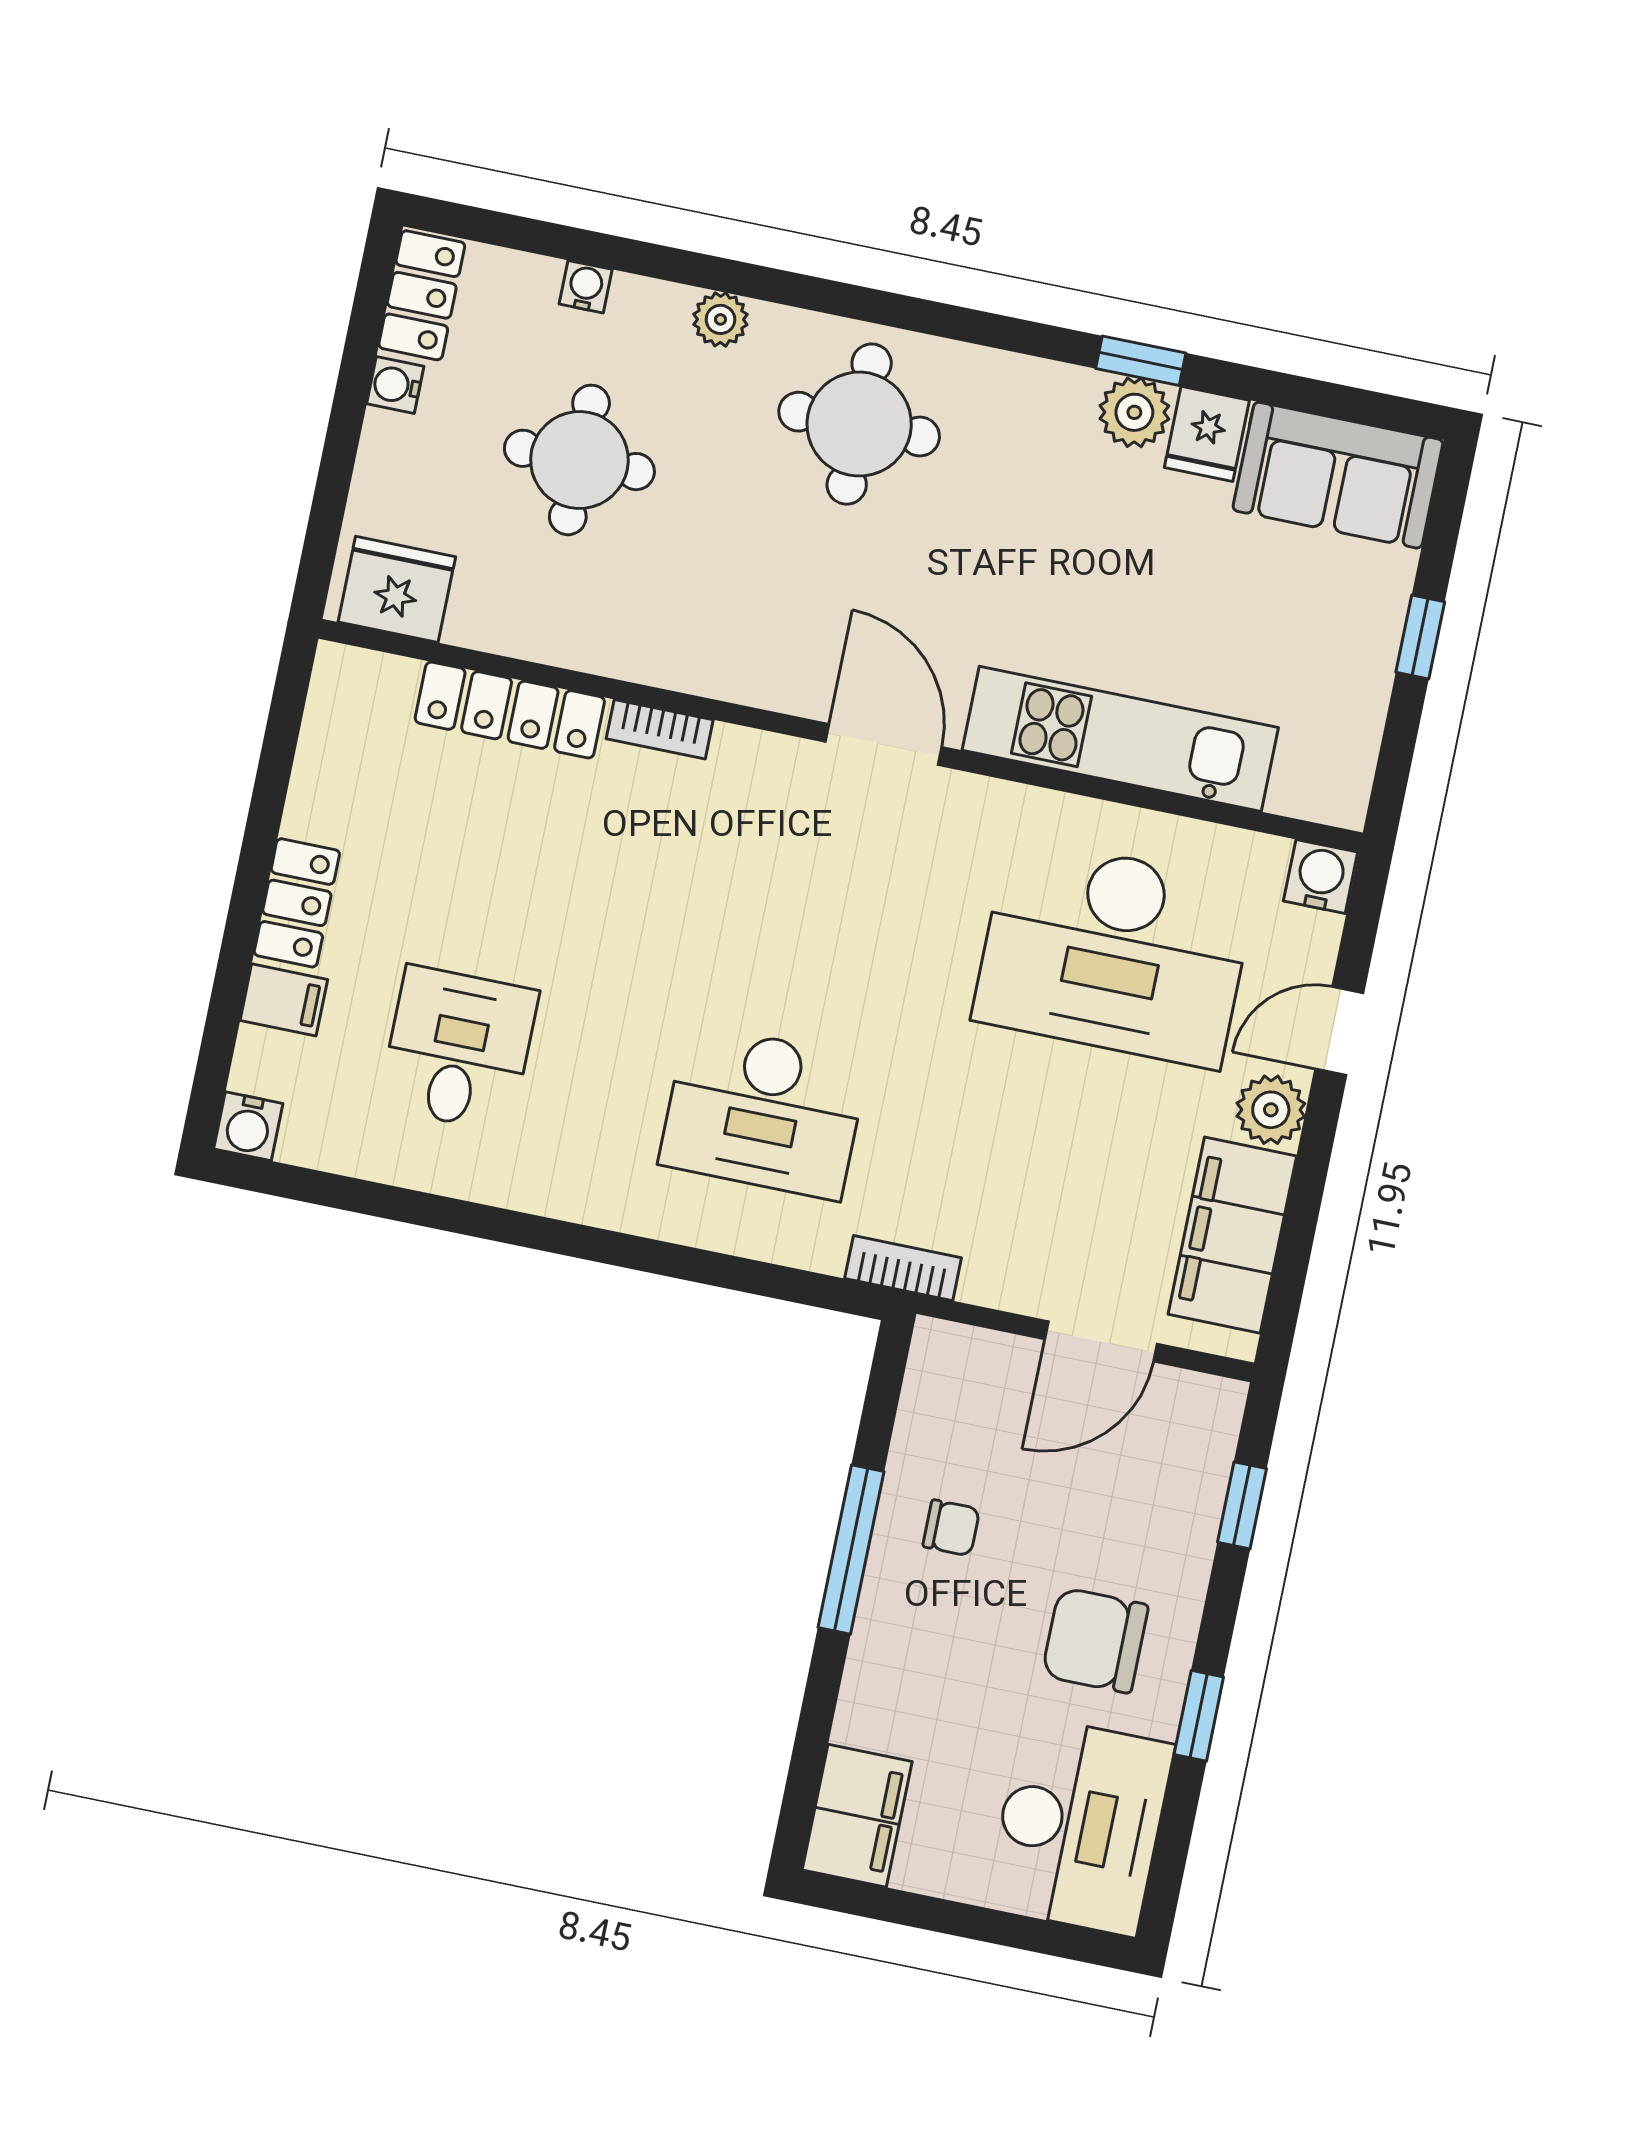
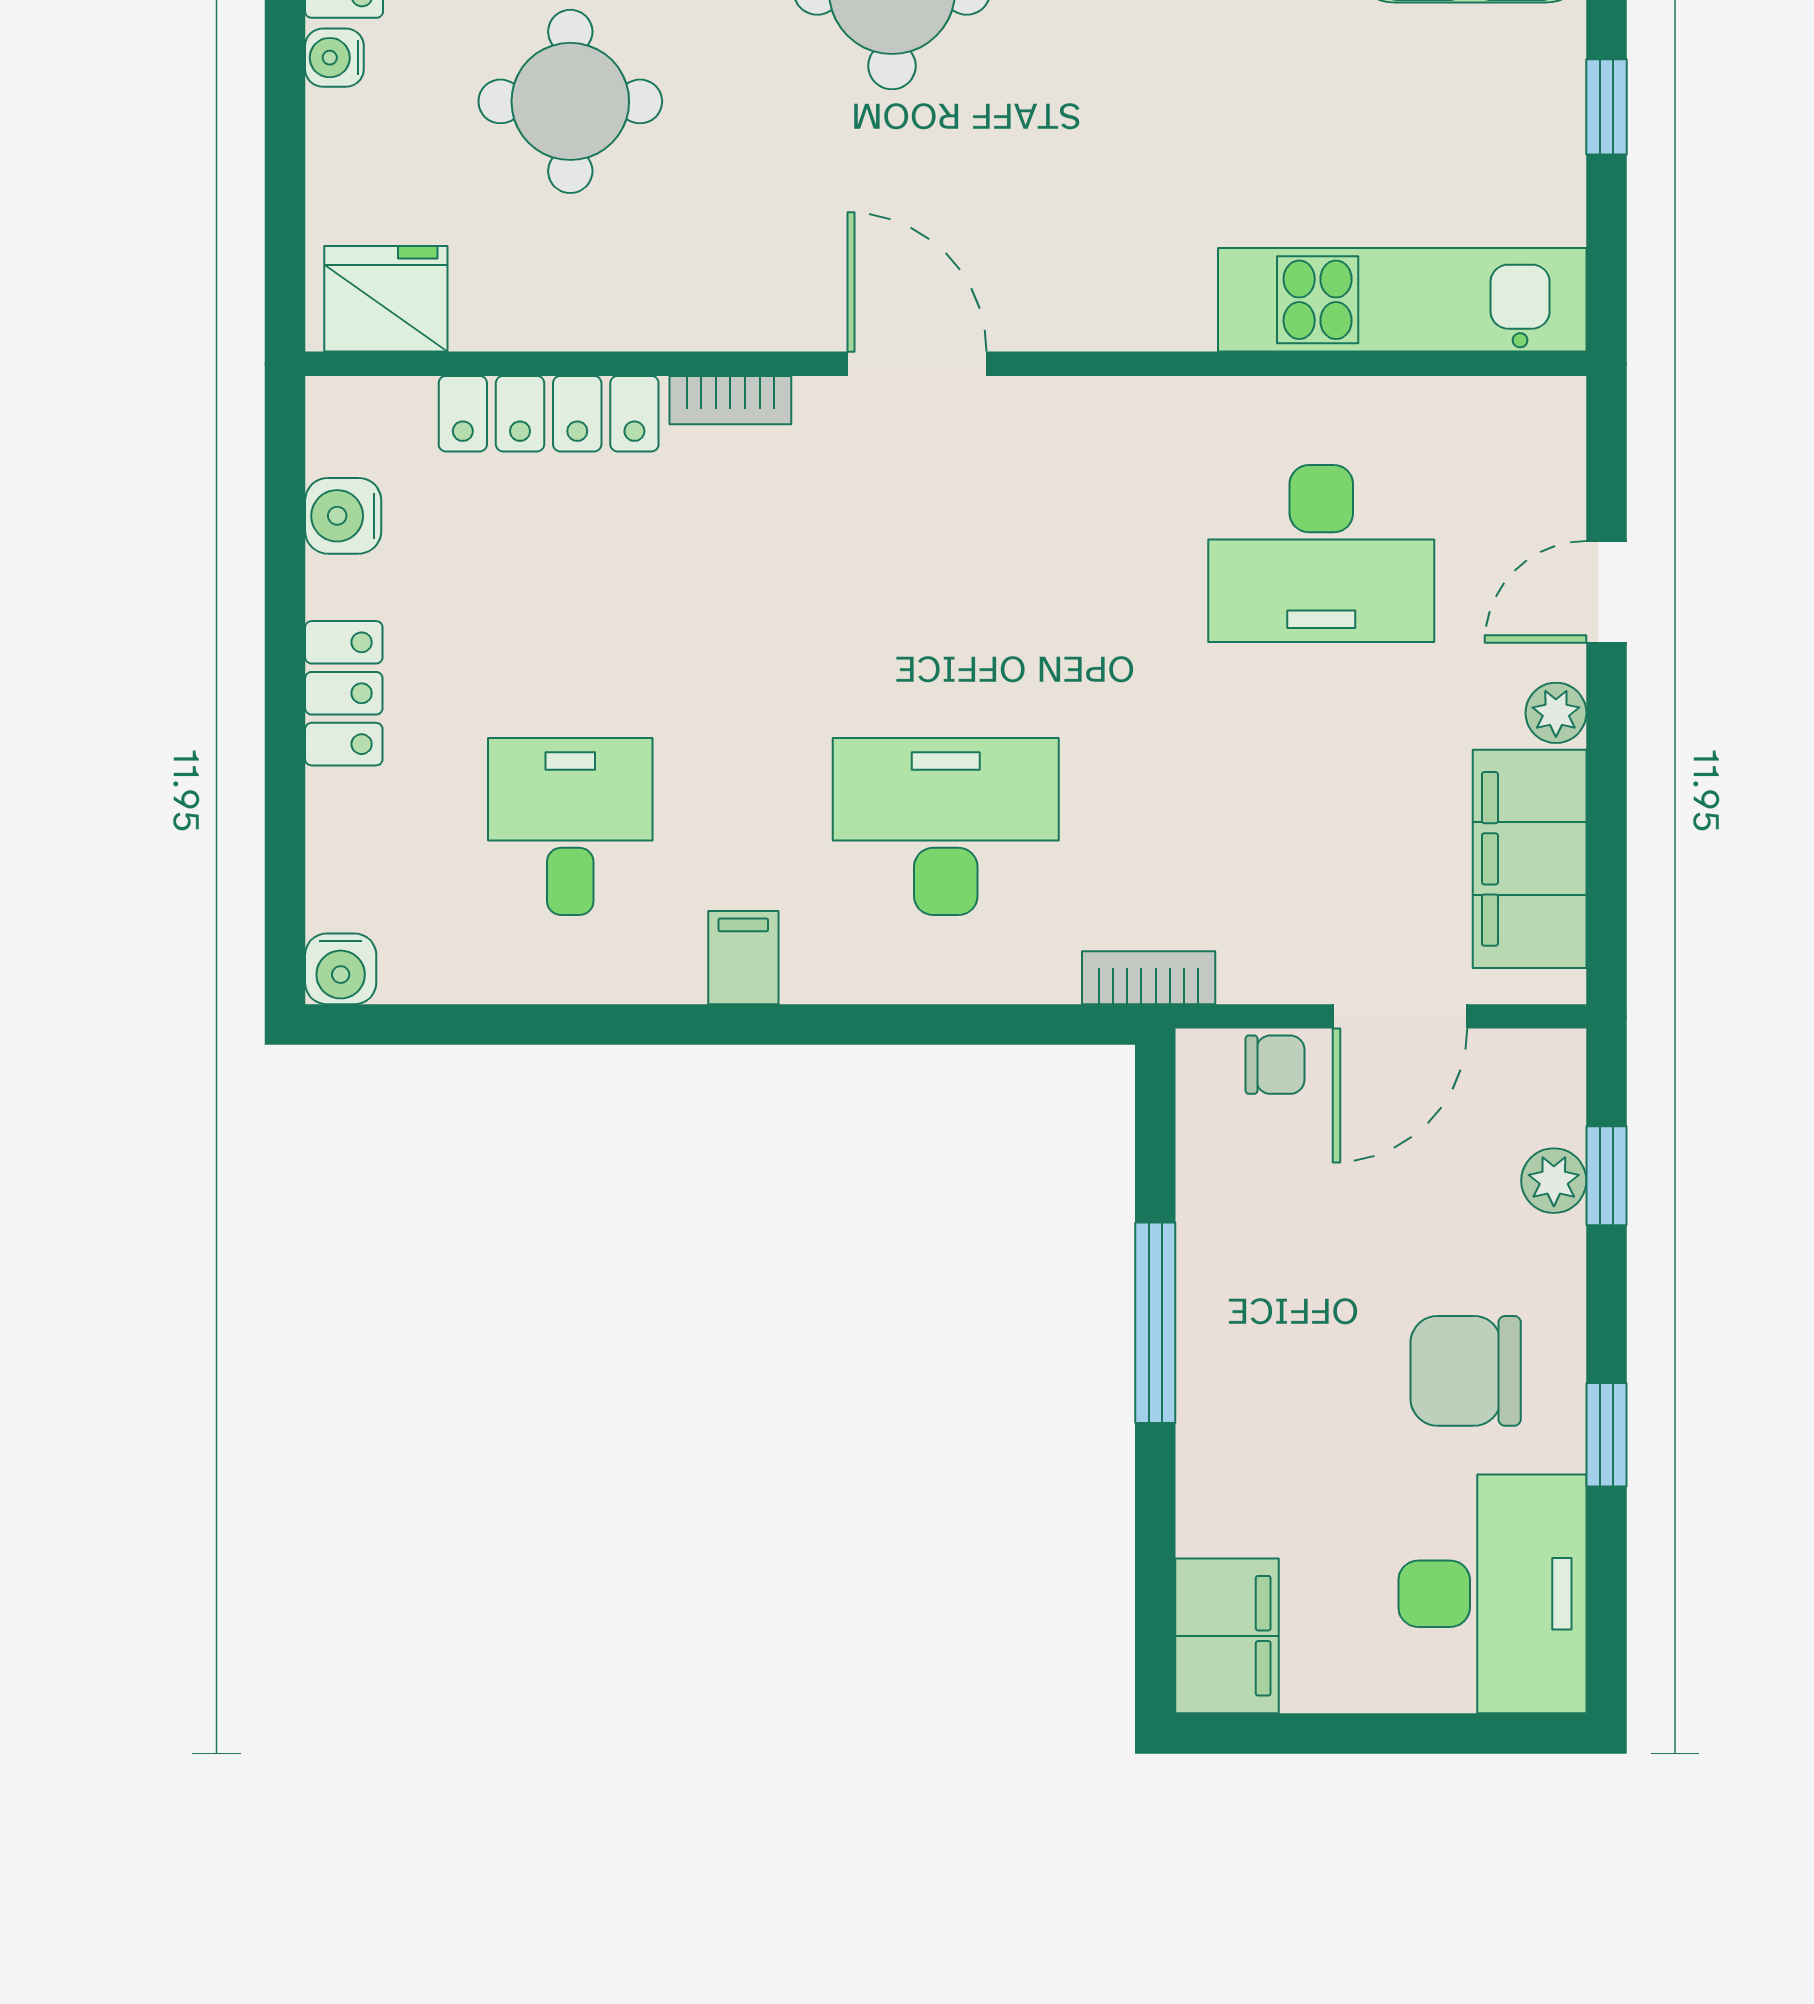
kitchen unit: (1120, 739) -> (1402, 300), moved
door: (884, 744) -> (917, 364), moved
water cooler: (1321, 877) -> (343, 516), moved, turned -90
desk: (1114, 952) -> (1321, 554), width x0.73, depth x0.77
filing cabinet: (284, 1000) -> (743, 958), moved, turned -90
plant: (1271, 1110) -> (1556, 713), width x0.73, depth x0.73
desk: (764, 1111) -> (946, 826), turned 180
plant: (1198, 1501) -> (1554, 1181), added
chair: (951, 1528) -> (1275, 1065), moved

